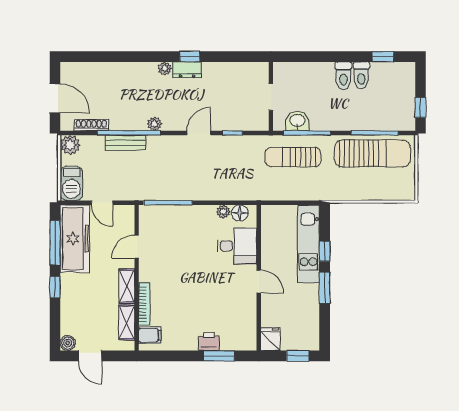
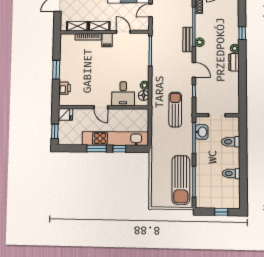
window: (190, 57) -> (242, 33), moved
window: (383, 57) -> (243, 188), removed
toilet: (343, 76) -> (231, 142), moved
window: (420, 108) -> (221, 212), moved
bench: (126, 143) -> (188, 39), moved
sun lounger: (293, 157) -> (175, 110), moved
kitchen unit: (308, 244) -> (115, 139), width x1.36
door: (259, 282) -> (101, 107), hinge flipped
filing cabinet: (150, 335) -> (107, 40), moved
printer: (209, 341) -> (65, 88), moved
window: (219, 356) -> (56, 70), moved

